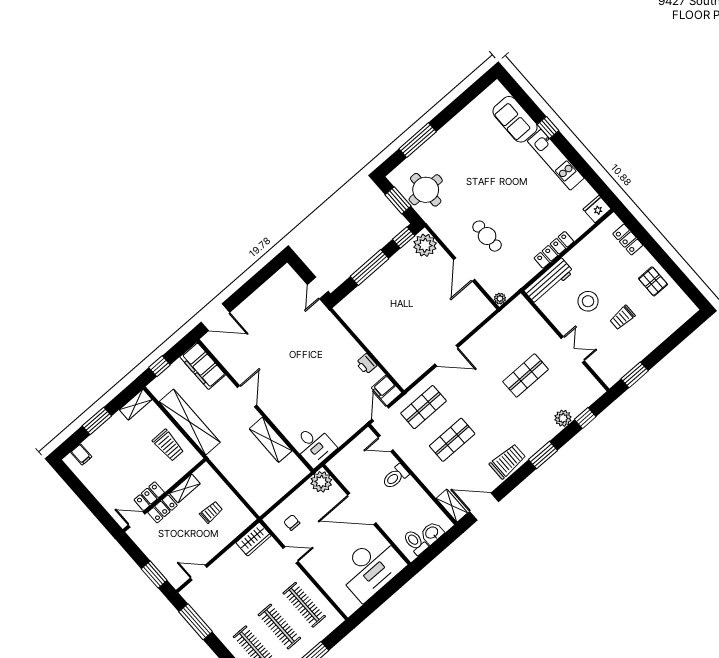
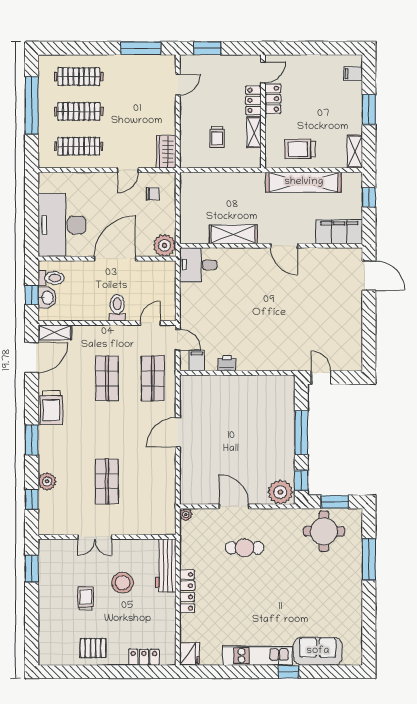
door: (215, 317) -> (369, 276), swing flipped
window: (440, 545) -> (32, 295), added

